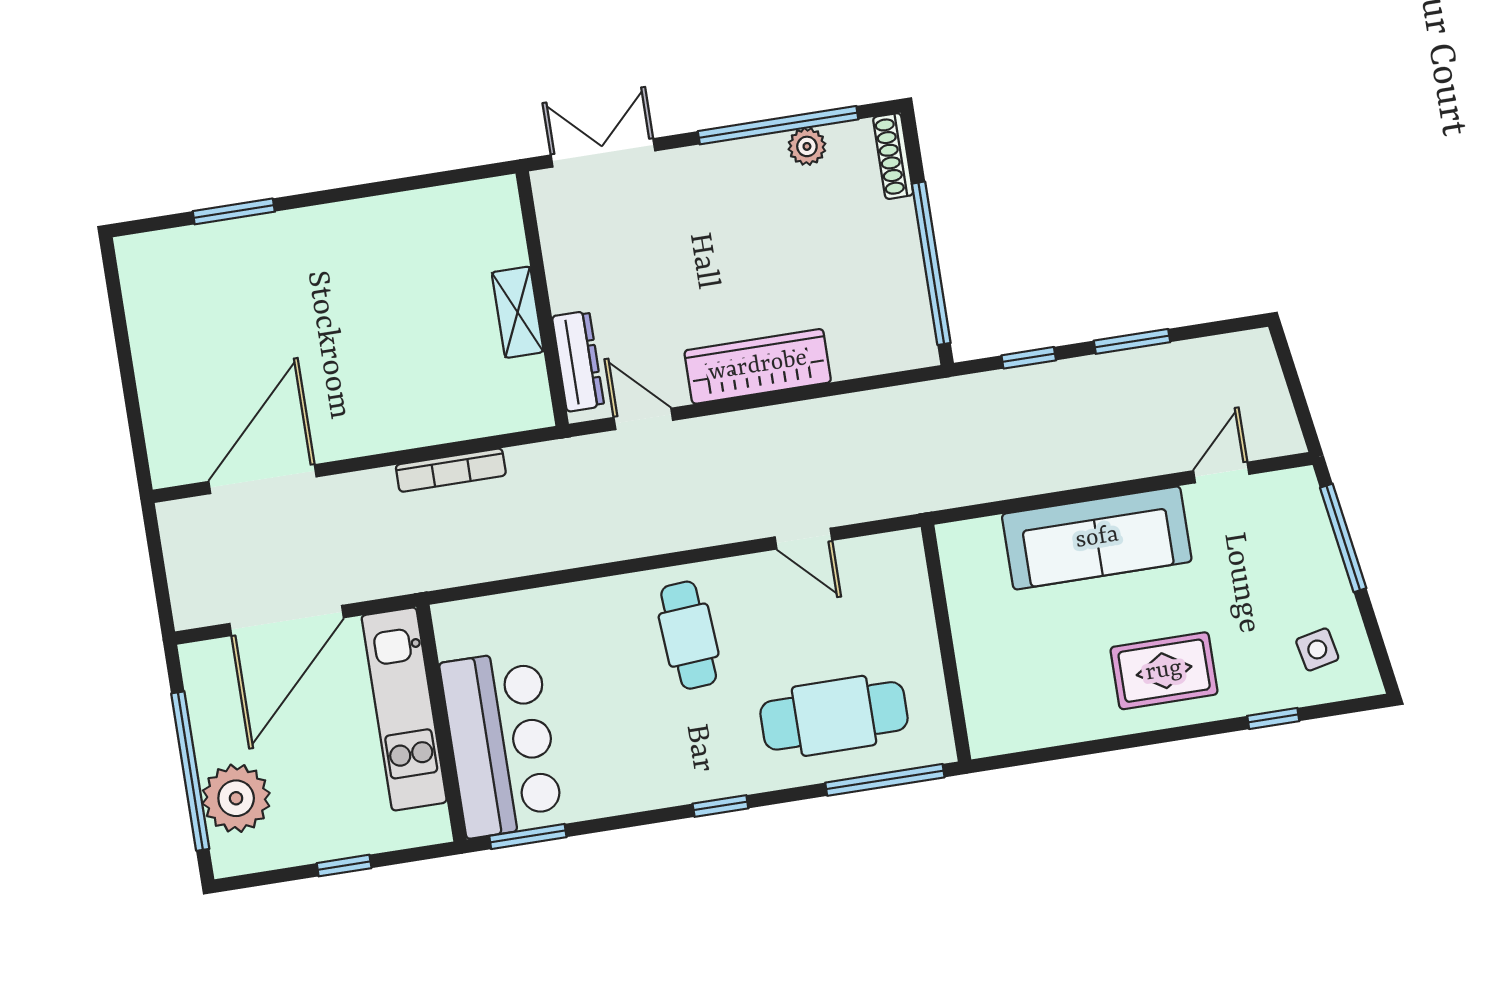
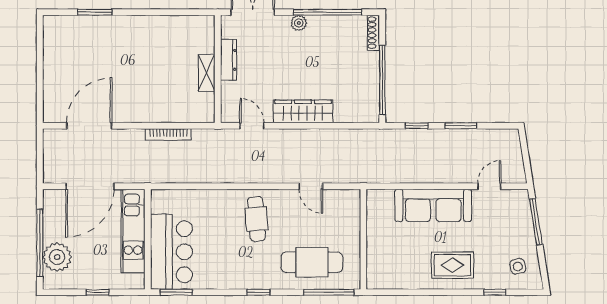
plant: (807, 146) -> (299, 23), moved
dresser: (578, 361) -> (229, 60), moved

